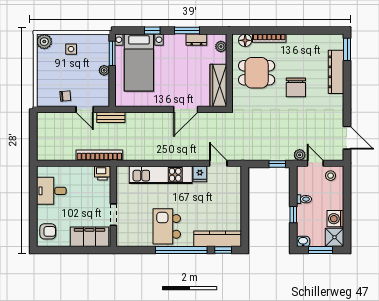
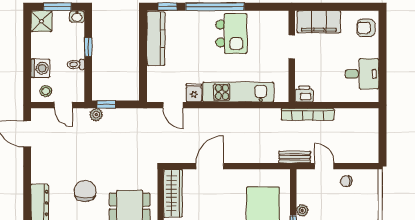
plant: (300, 155) -> (96, 115), moved
washing machine: (335, 219) -> (40, 68), moved
kitchen counter: (218, 239) -> (156, 39), moved, turned -90

